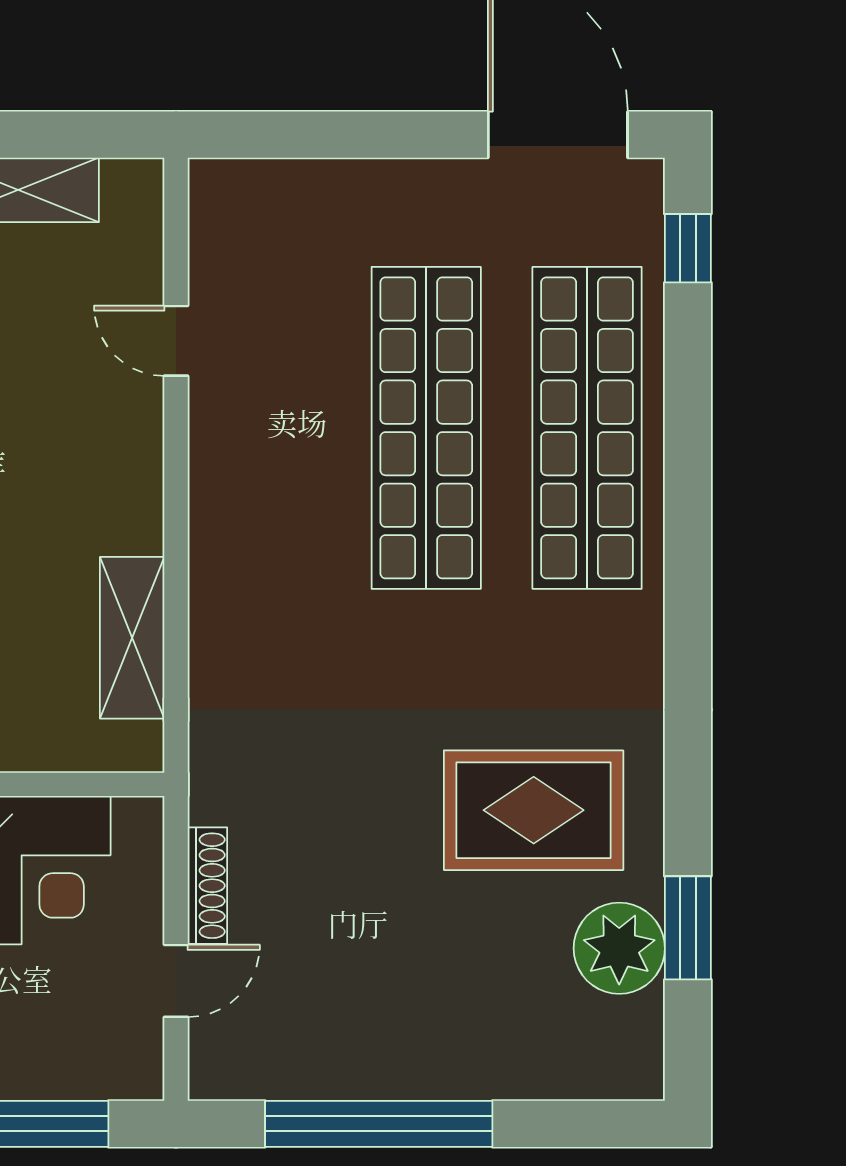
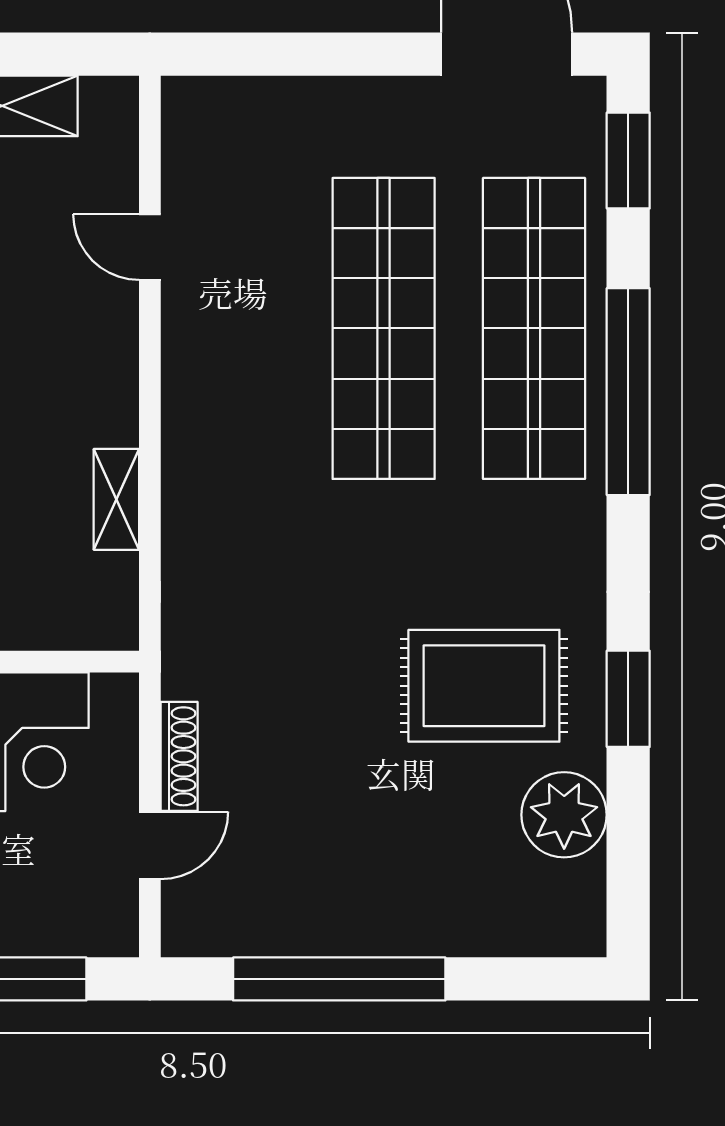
window: (688, 248) -> (628, 161), width x1.50
window: (688, 496) -> (628, 392), added
shelving: (132, 638) -> (116, 499), width x0.67, depth x0.75
window: (688, 928) -> (628, 699), moved

